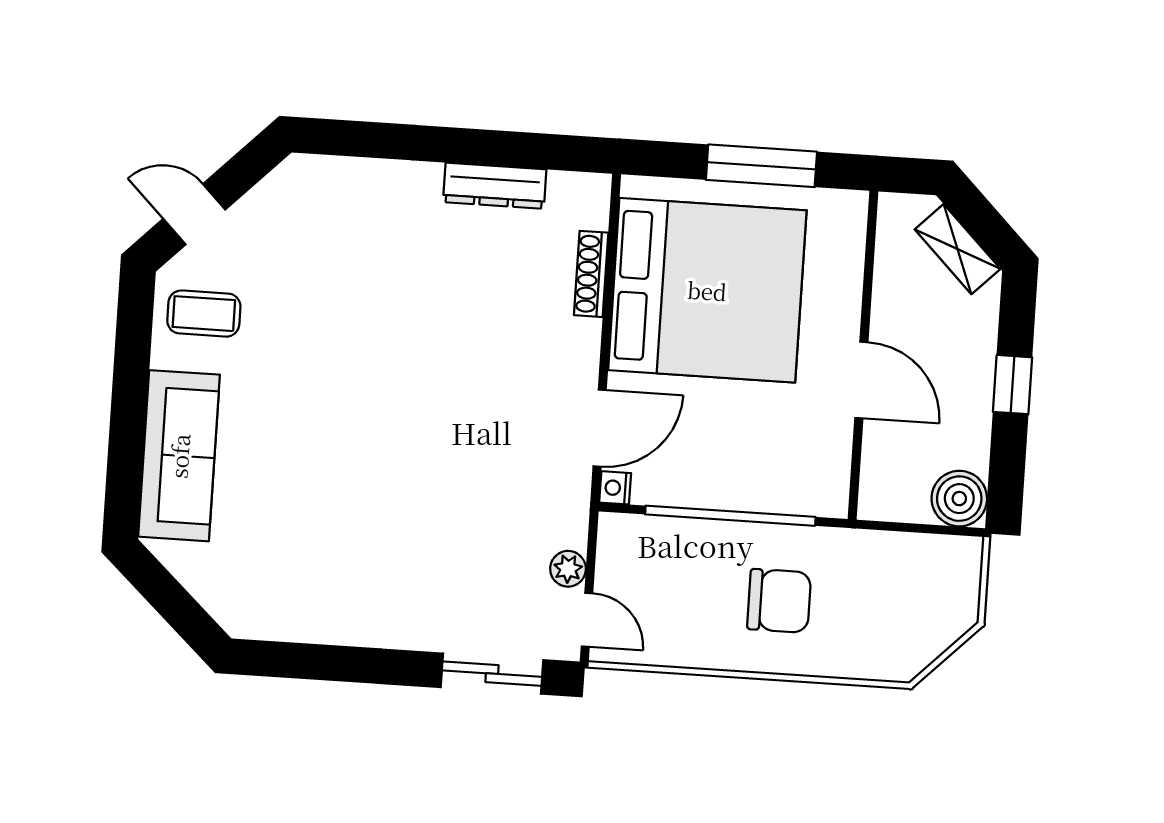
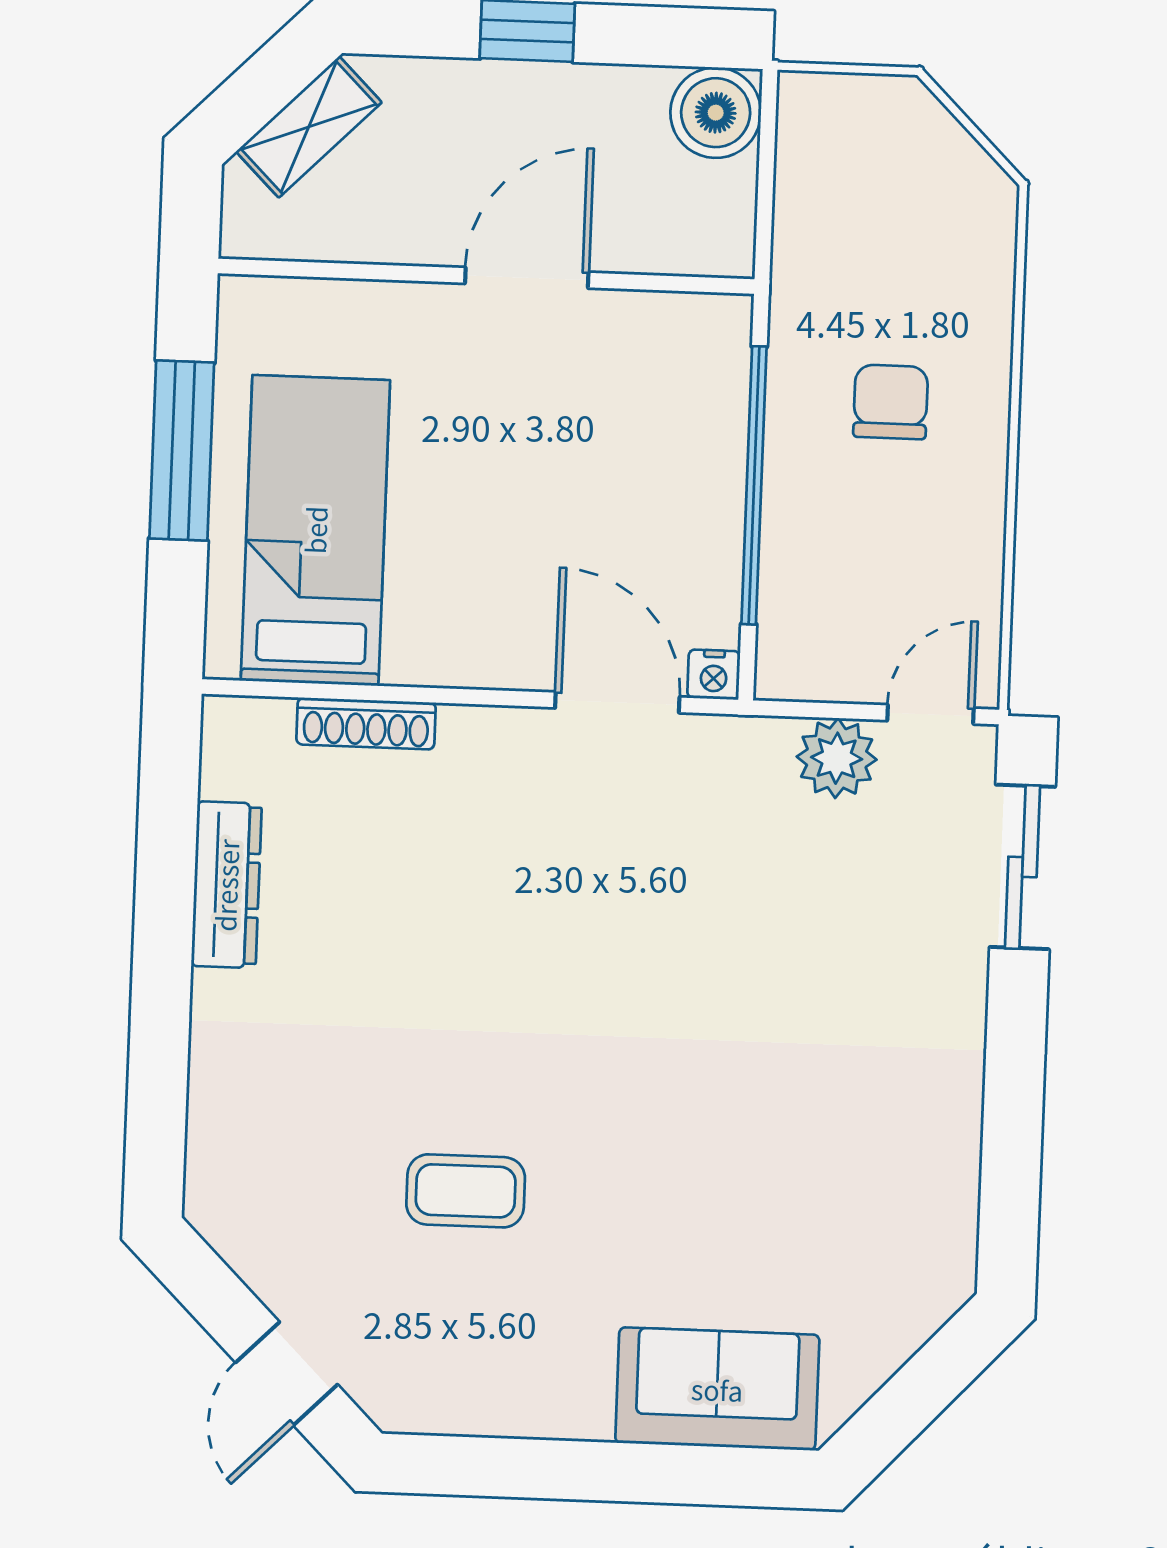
bed: (707, 290) -> (315, 530), width x0.49
coffee table: (204, 314) -> (466, 1191), moved, turned 90
sofa: (179, 456) -> (717, 1389), width x0.73
plant: (568, 569) -> (837, 758), width x1.38, depth x1.38
chair: (779, 601) -> (891, 402), width x0.73, depth x0.73

